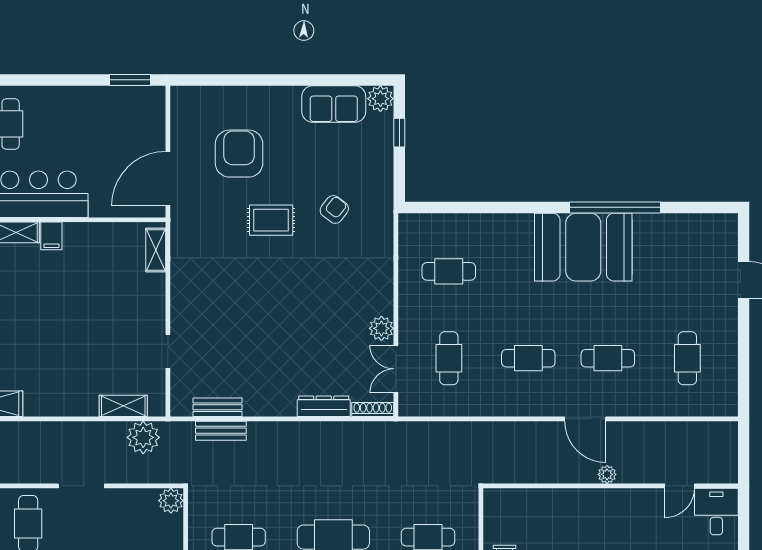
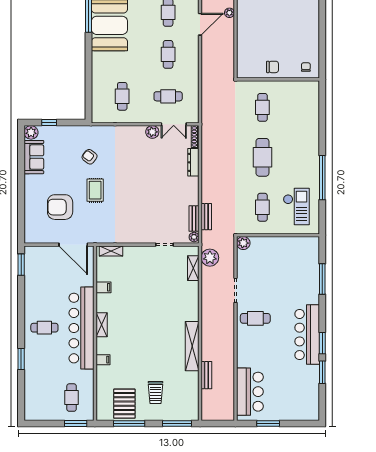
filing cabinet: (51, 236) -> (104, 287), moved
plant: (182, 407) -> (194, 237), added

